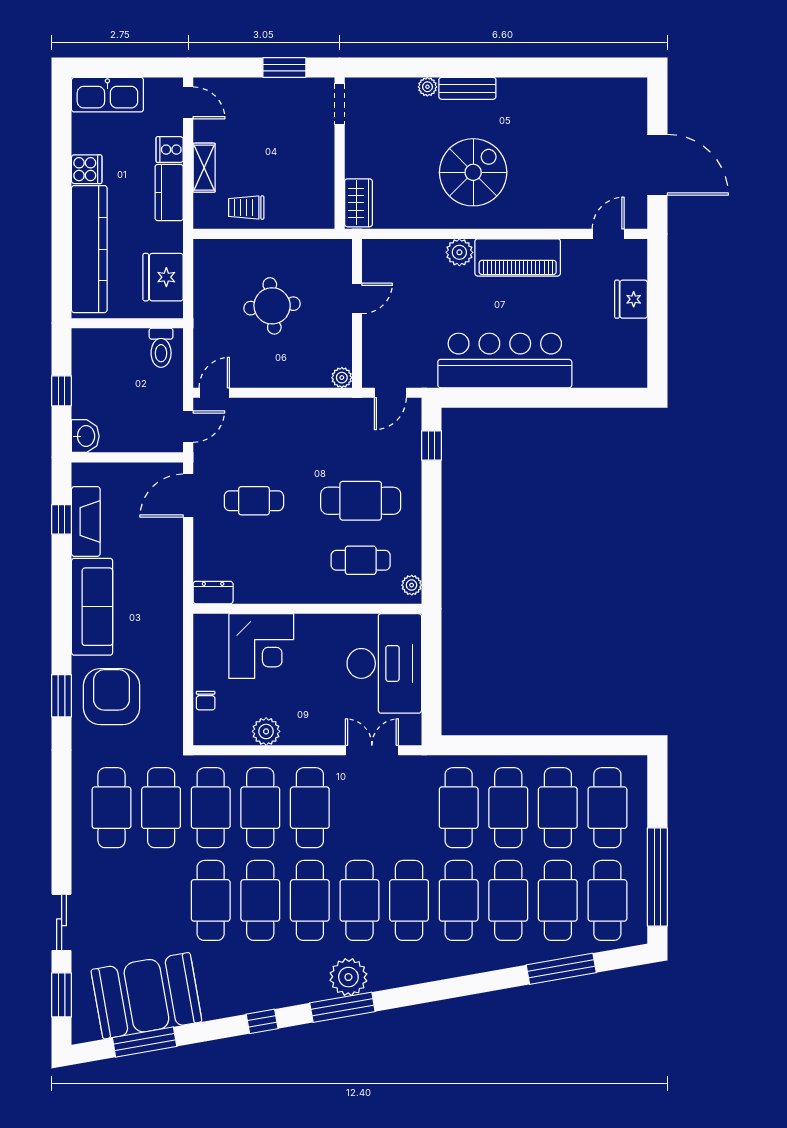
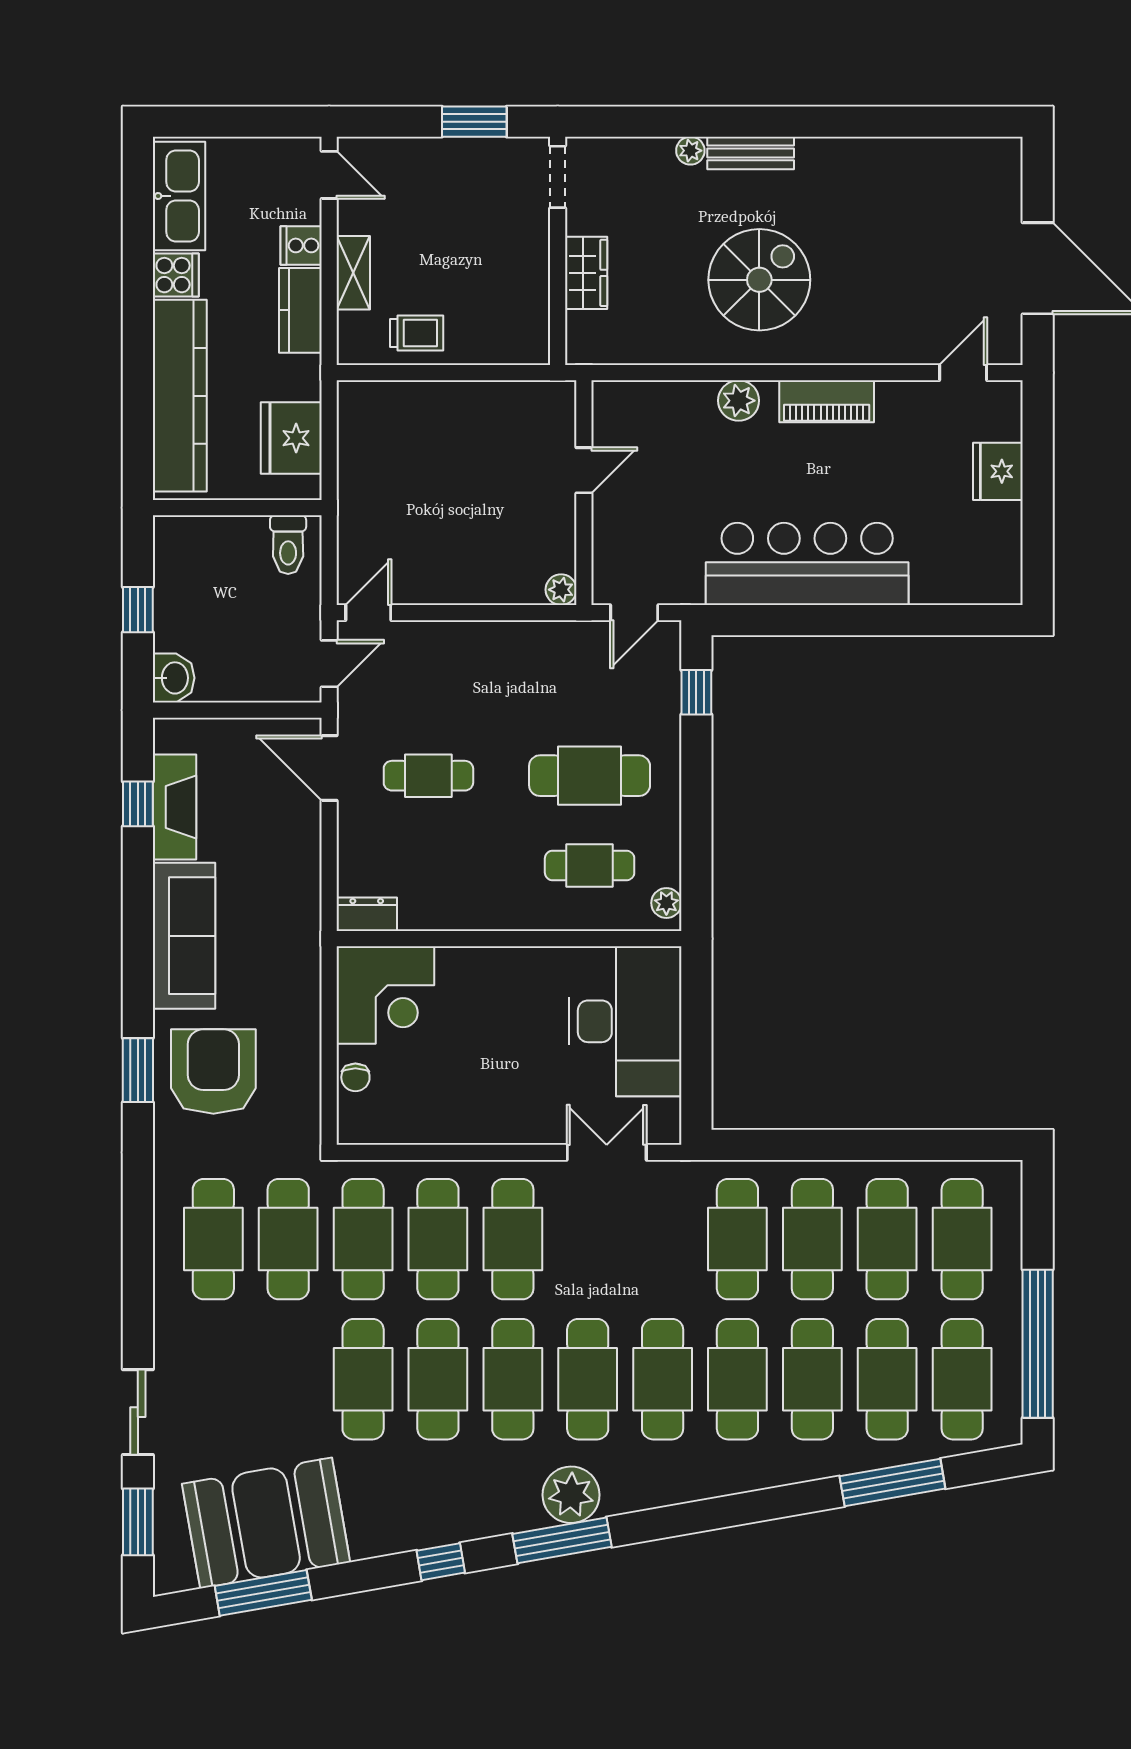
kitchen sink: (107, 95) -> (179, 196), moved, turned -90
wardrobe: (358, 203) -> (586, 273), moved
trolley: (246, 208) -> (417, 333), turned 180
piano: (518, 257) -> (827, 401), width x0.73, depth x0.75
round table: (272, 306) -> (456, 481), removed
door: (188, 496) -> (329, 768), hinge flipped
corner desk: (261, 646) -> (385, 995), moved
plant: (266, 731) -> (447, 1124), removed

